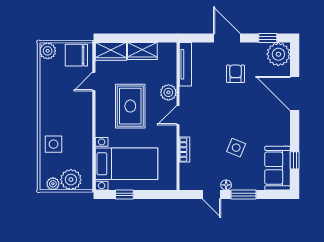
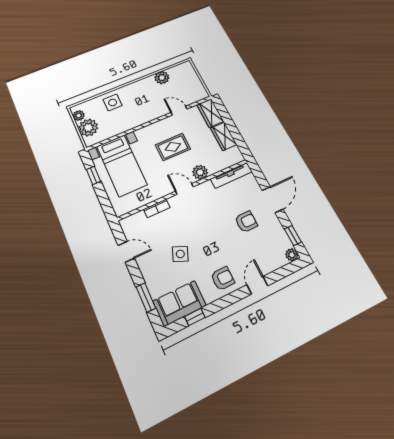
plant: (48, 51) -> (162, 78), moved
plant: (278, 54) -> (292, 255), width x0.53, depth x0.53
chair: (76, 55) -> (194, 89), removed
door: (295, 93) -> (257, 285), width x0.53
rug: (130, 106) -> (173, 147), width x0.73, depth x0.70
armchair: (275, 121) -> (223, 278), added
floor lamp: (226, 185) -> (141, 261), removed
door: (212, 195) -> (126, 252), swing flipped
window: (244, 195) -> (146, 298), moved

